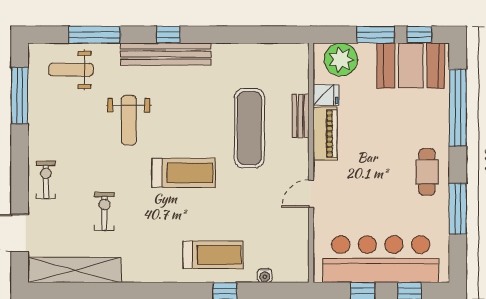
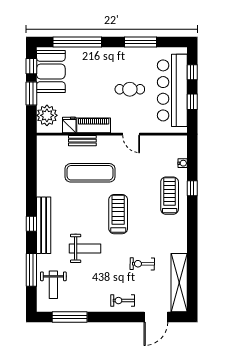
cafe table: (427, 172) -> (130, 89), moved

